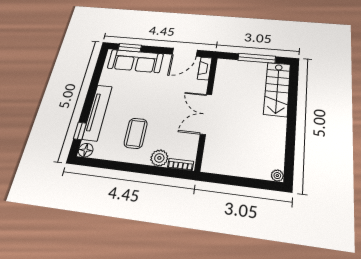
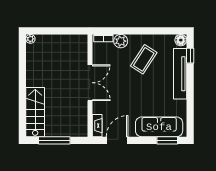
coffee table: (136, 133) -> (144, 59), turned 33

